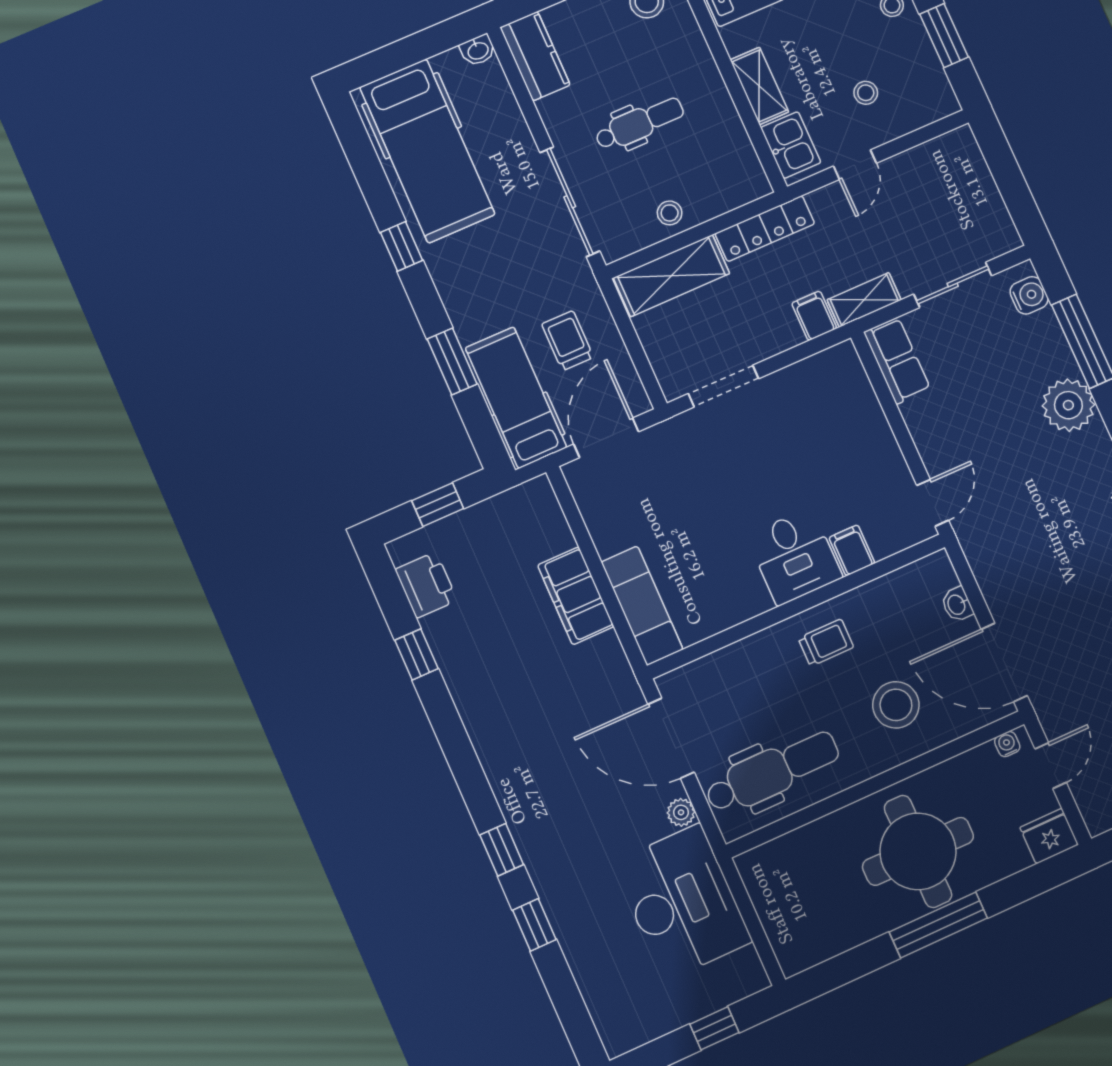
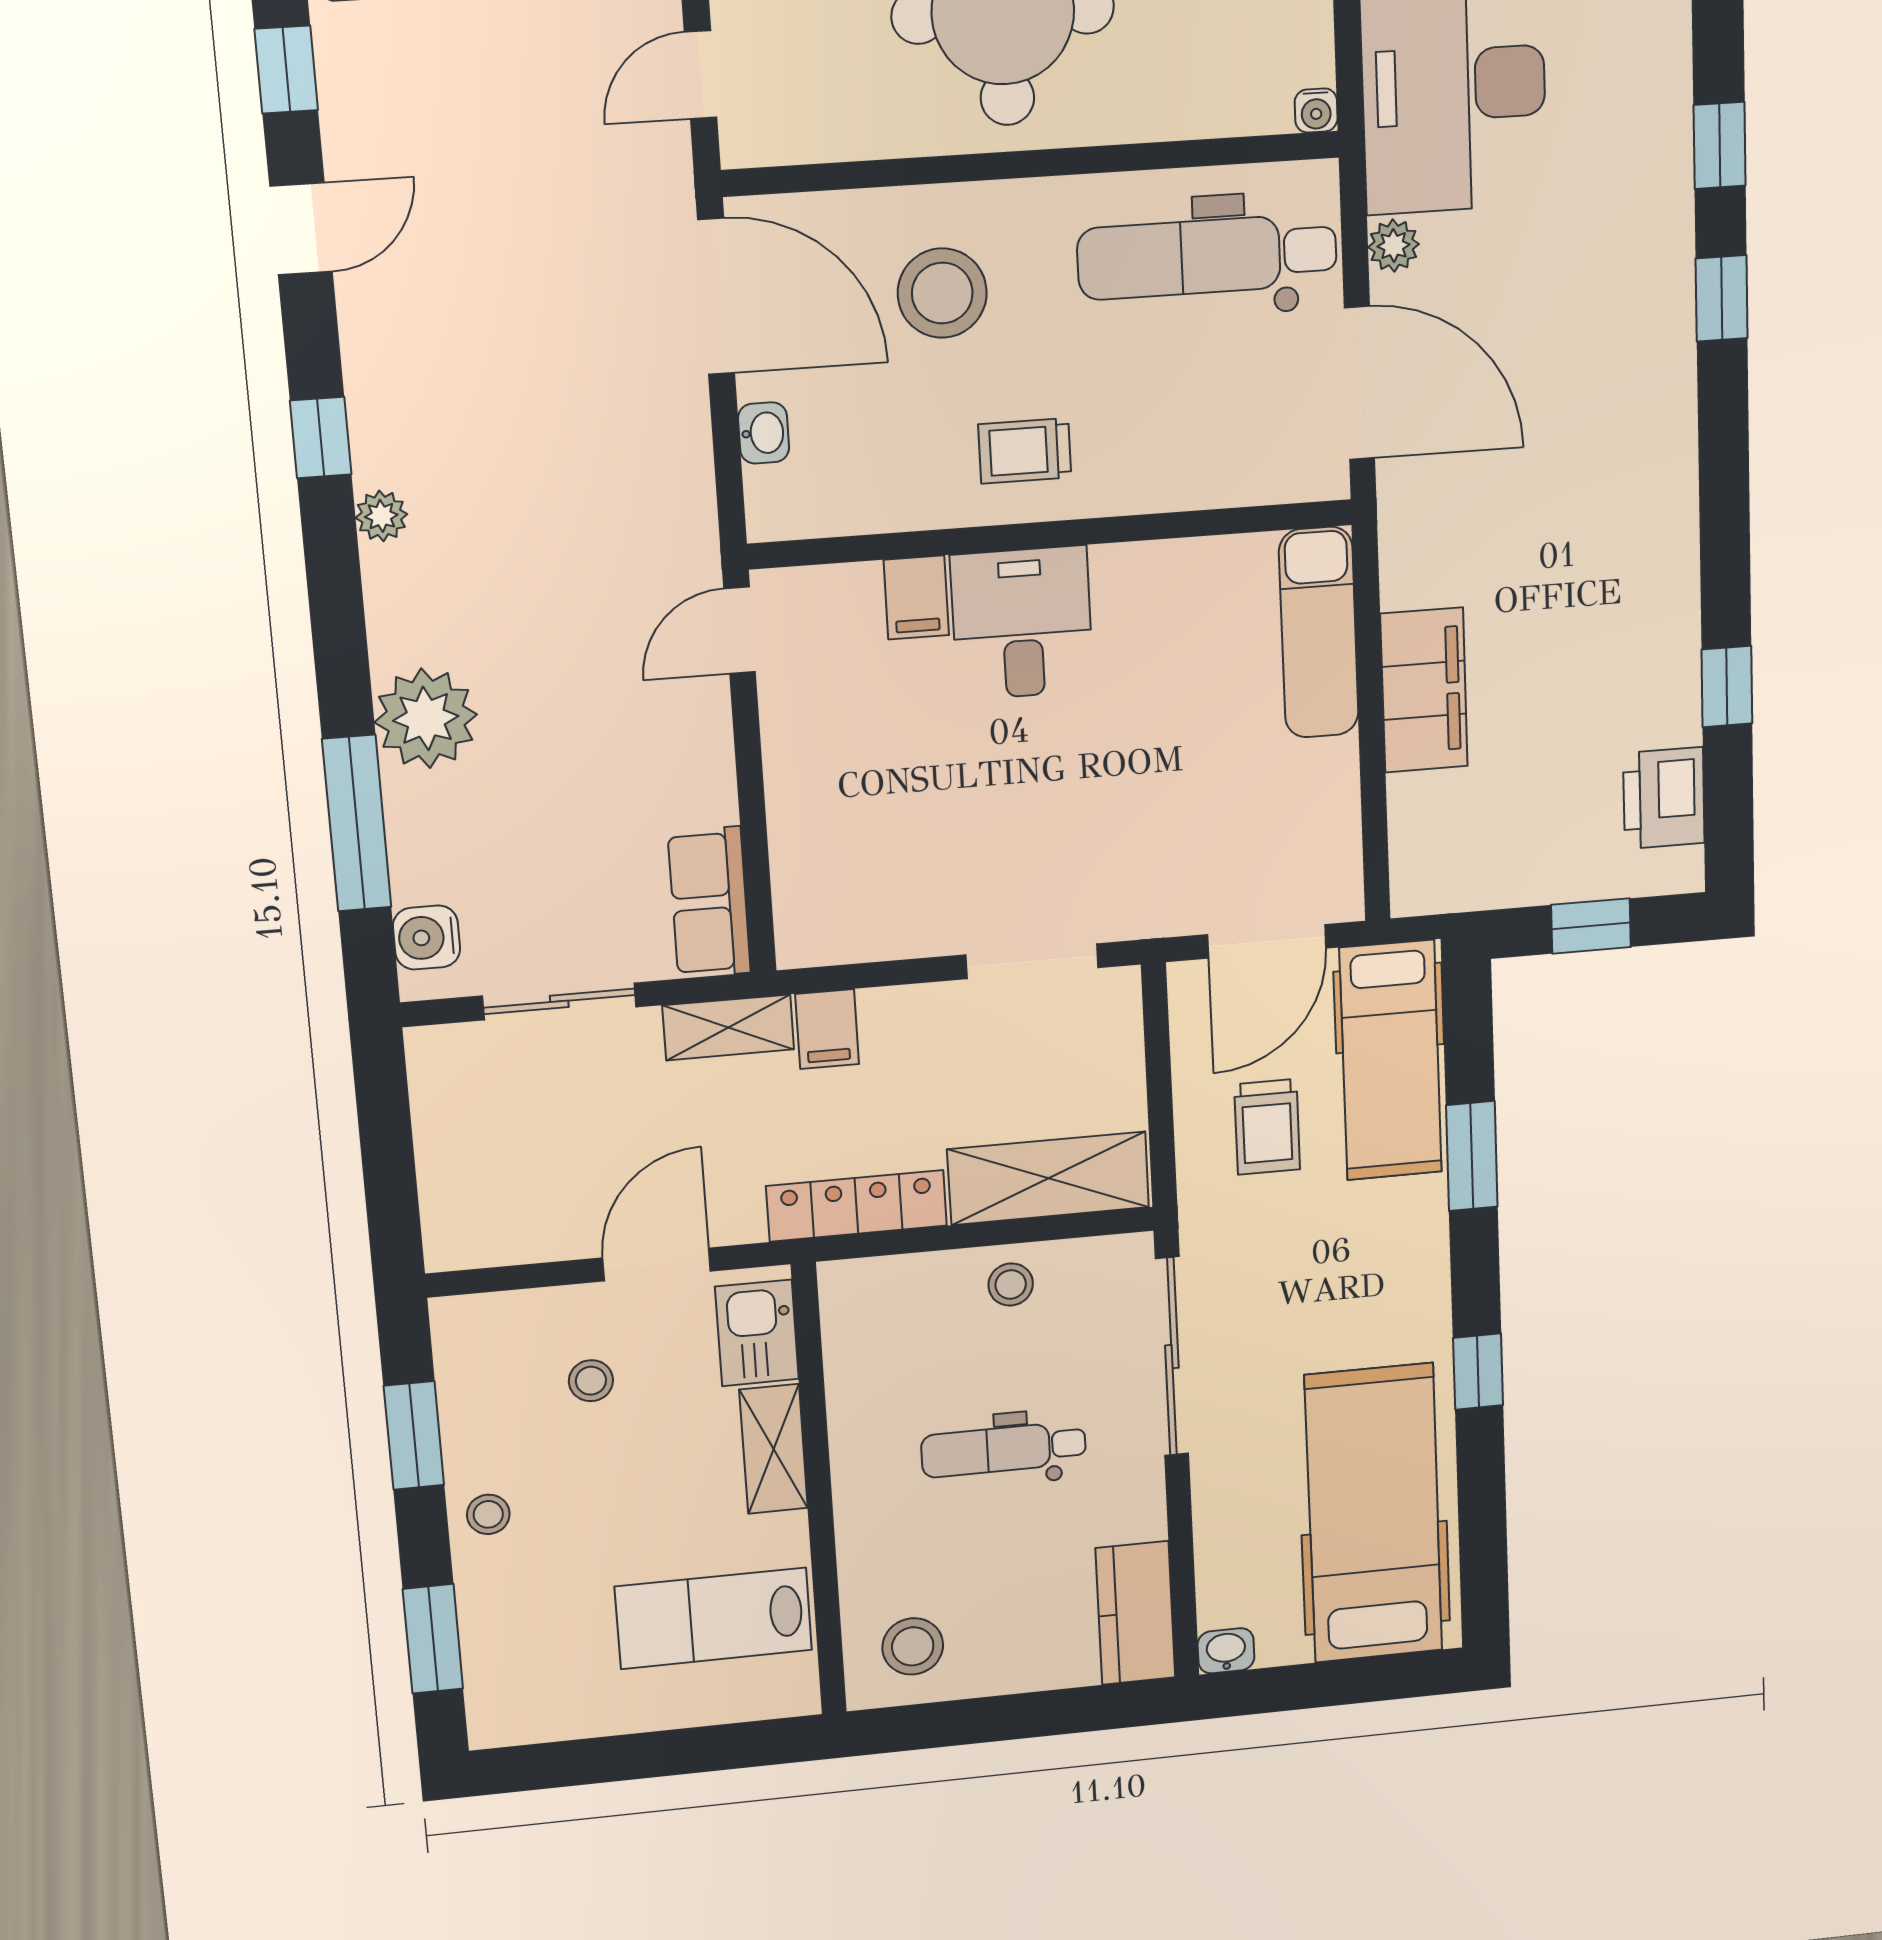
door: (855, 165) -> (657, 1264), width x1.38
water cooler: (1007, 744) -> (1316, 110), moved

